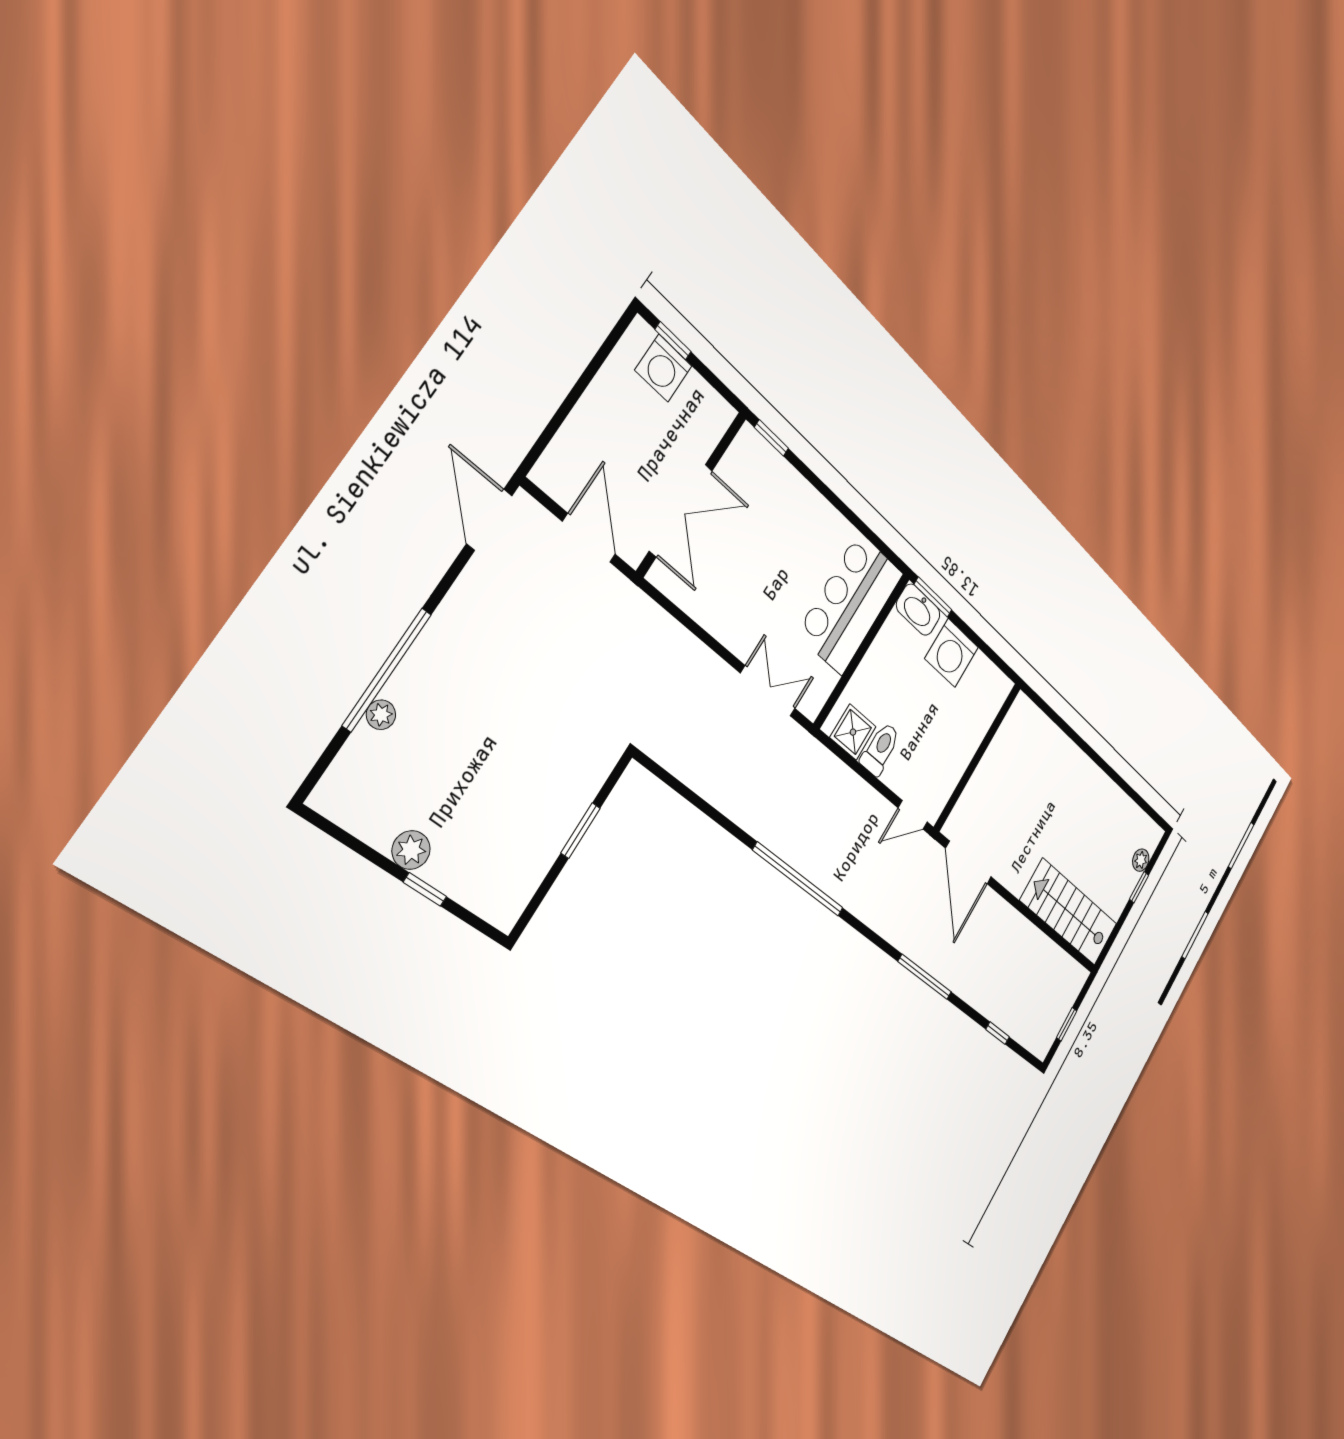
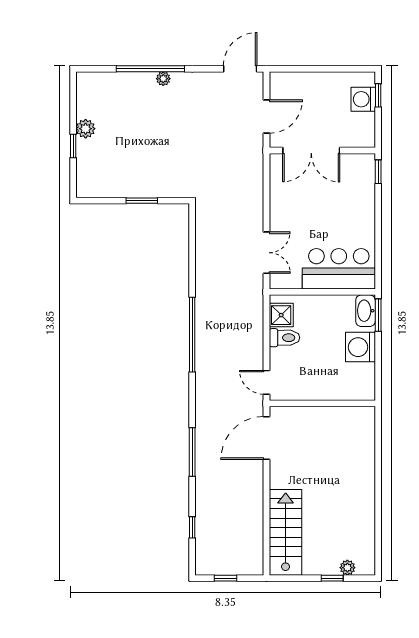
plant: (381, 715) -> (163, 79), moved

